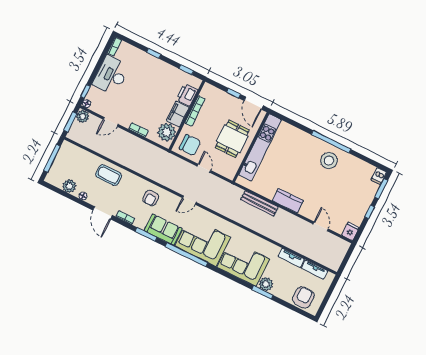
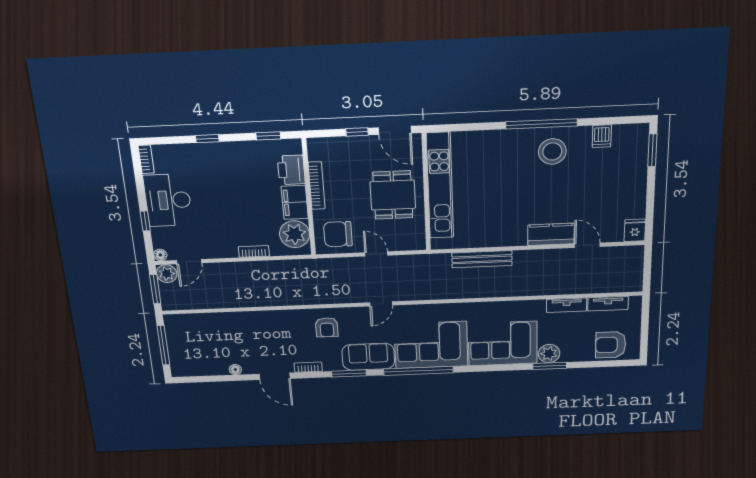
window: (85, 91) -> (145, 221), moved
door: (111, 122) -> (189, 262), moved
chair: (190, 145) -> (338, 234), turned 180
coffee table: (109, 175) -> (252, 328), removed
dishwasher: (379, 176) -> (602, 136), moved
plant: (69, 186) -> (209, 367), removed
kitchen counter: (288, 201) -> (551, 234), moved
window: (370, 212) -> (651, 190), removed
armchair: (303, 297) -> (611, 345), turned -90

